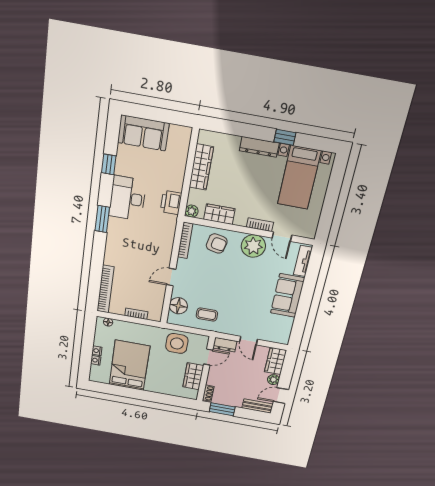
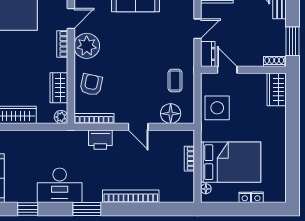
printer: (171, 202) -> (100, 140), moved
bookcase: (106, 289) -> (131, 196), moved
bed: (129, 365) -> (231, 162), moved, turned 180
wardrobe: (193, 376) -> (277, 89), moved, turned 90

